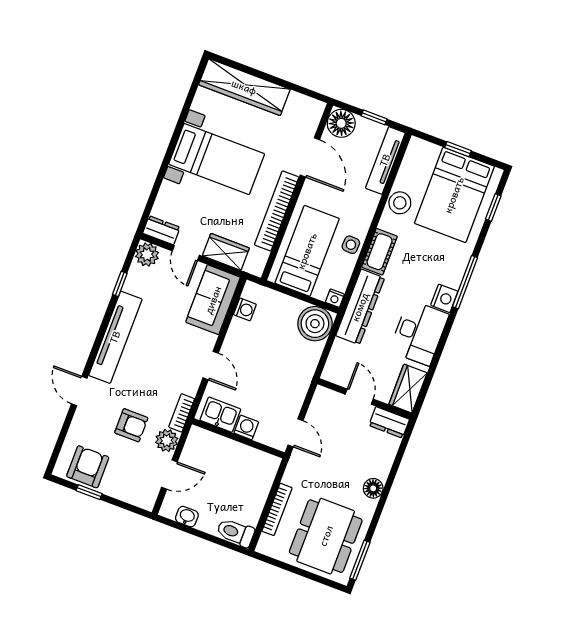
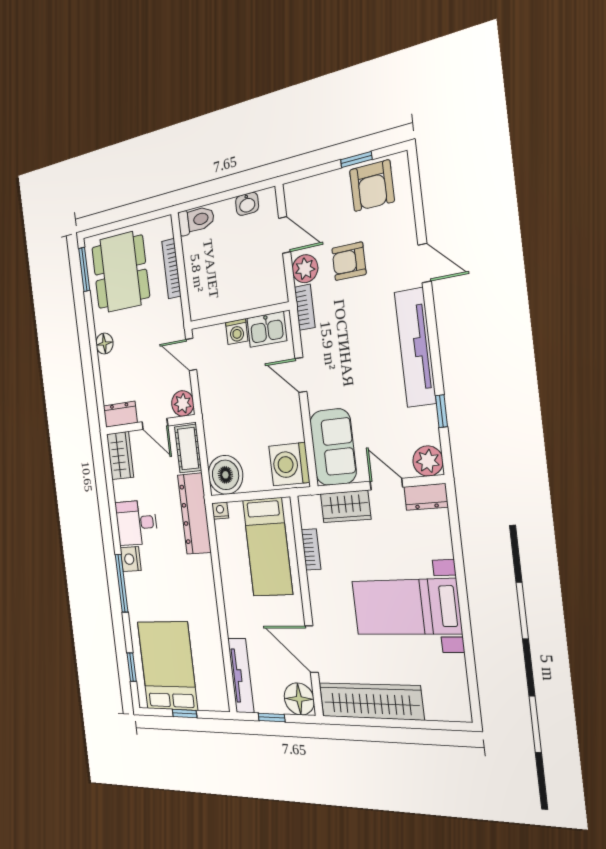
wardrobe: (244, 87) -> (371, 701), moved
stool: (400, 203) -> (209, 637), removed
bookcase: (277, 211) -> (311, 549), width x0.43, depth x0.76
side table: (351, 245) -> (231, 573), removed
cot: (380, 252) -> (188, 449), moved
washing machine: (245, 309) -> (289, 464), width x1.89, depth x1.89
desk: (419, 333) -> (136, 523), width x0.73
plant: (324, 399) -> (183, 403), added
door: (169, 475) -> (285, 235), swing flipped

